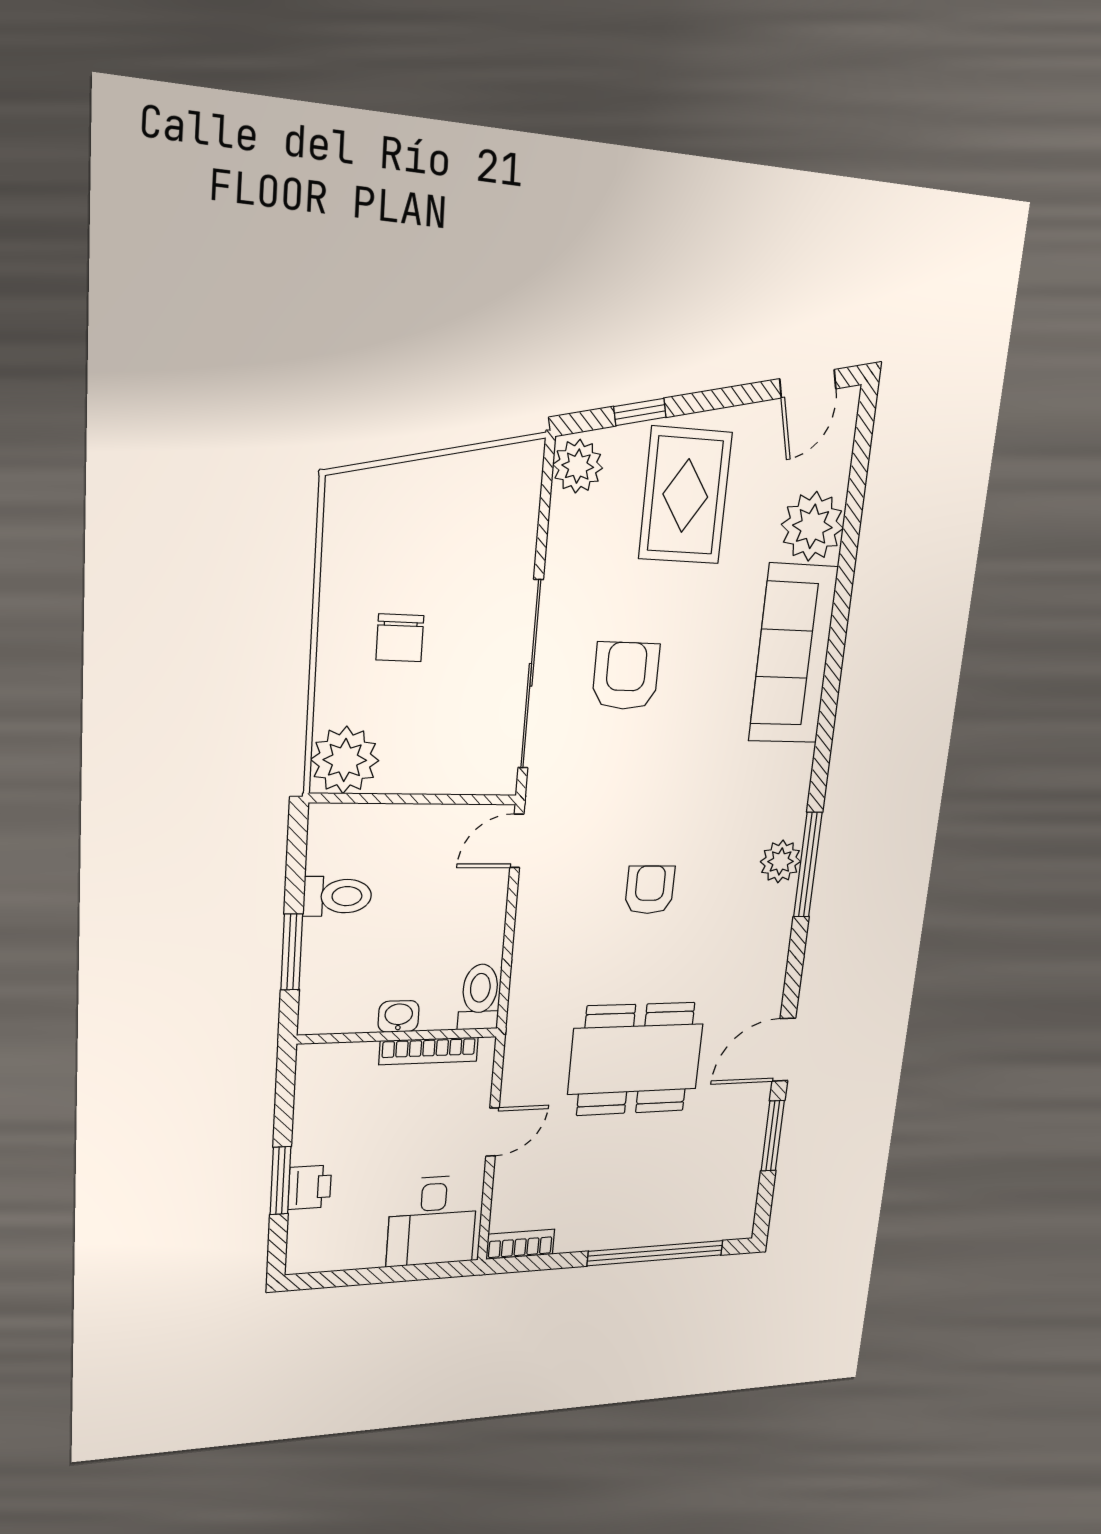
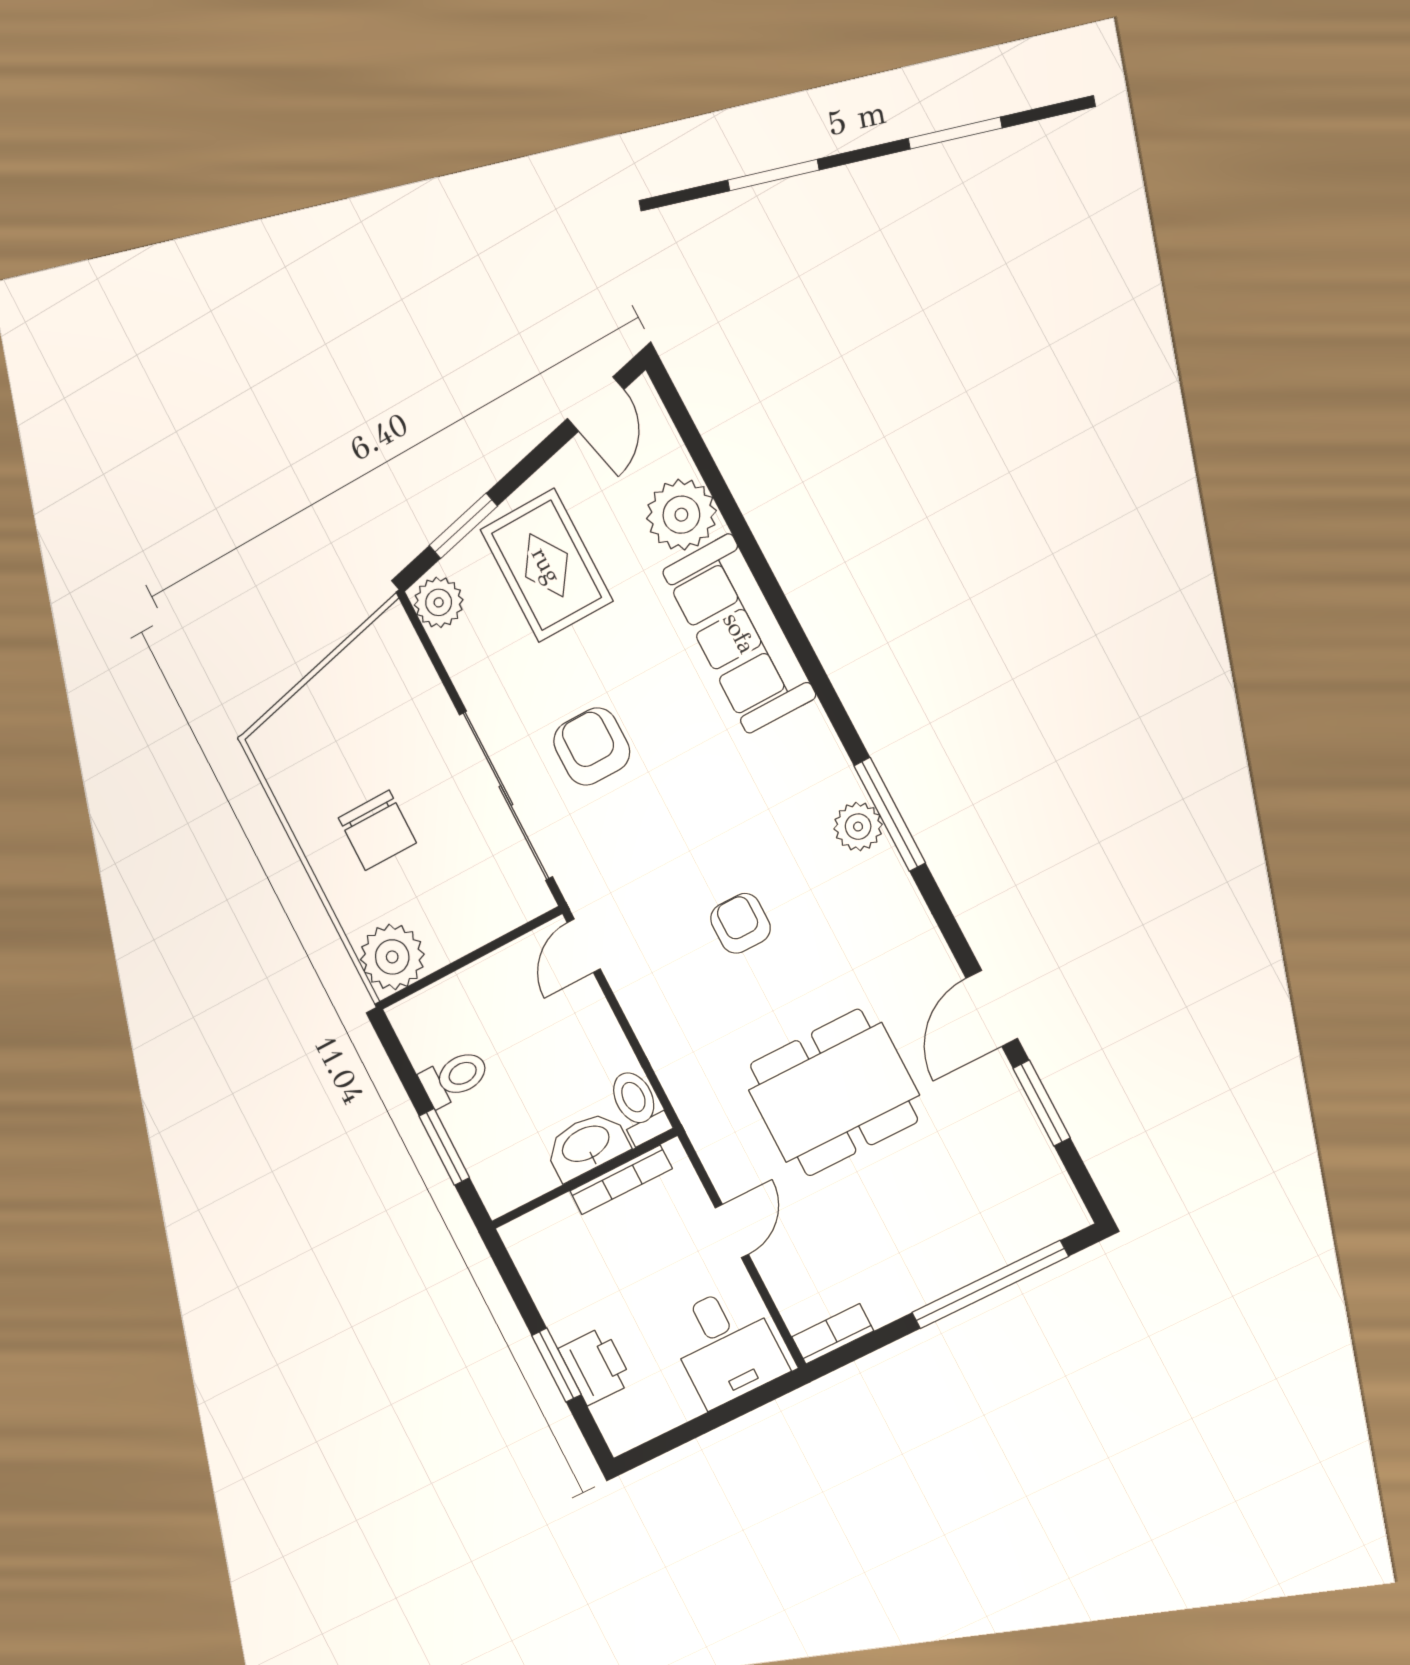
window: (640, 412) -> (463, 526), width x1.50
chair: (400, 638) -> (377, 830), width x1.37, depth x1.37
washbasin: (399, 1016) -> (586, 1145), width x1.91, depth x1.45
printer: (310, 1187) -> (596, 1366), width x1.36, depth x1.24

